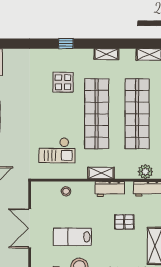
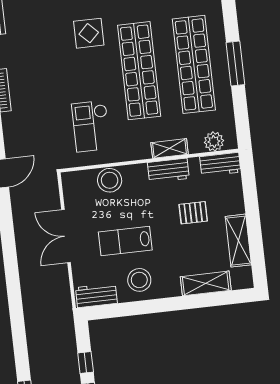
checkout: (57, 150) -> (91, 126), turned 90
shelving: (101, 173) -> (170, 148), moved
stool: (66, 191) -> (110, 180), width x1.89, depth x1.89

